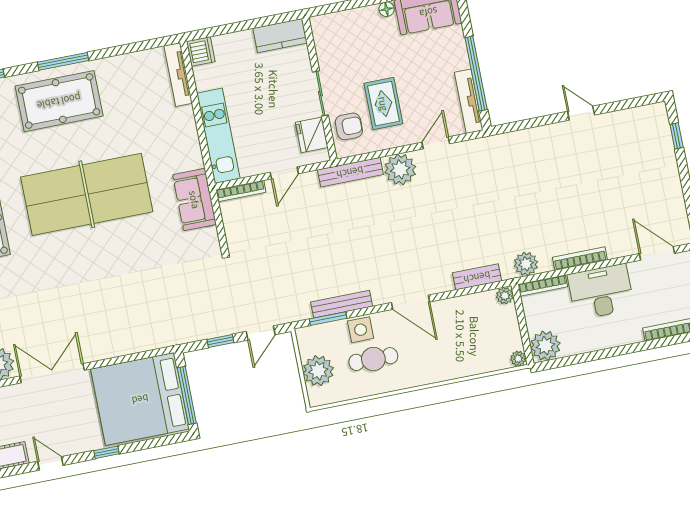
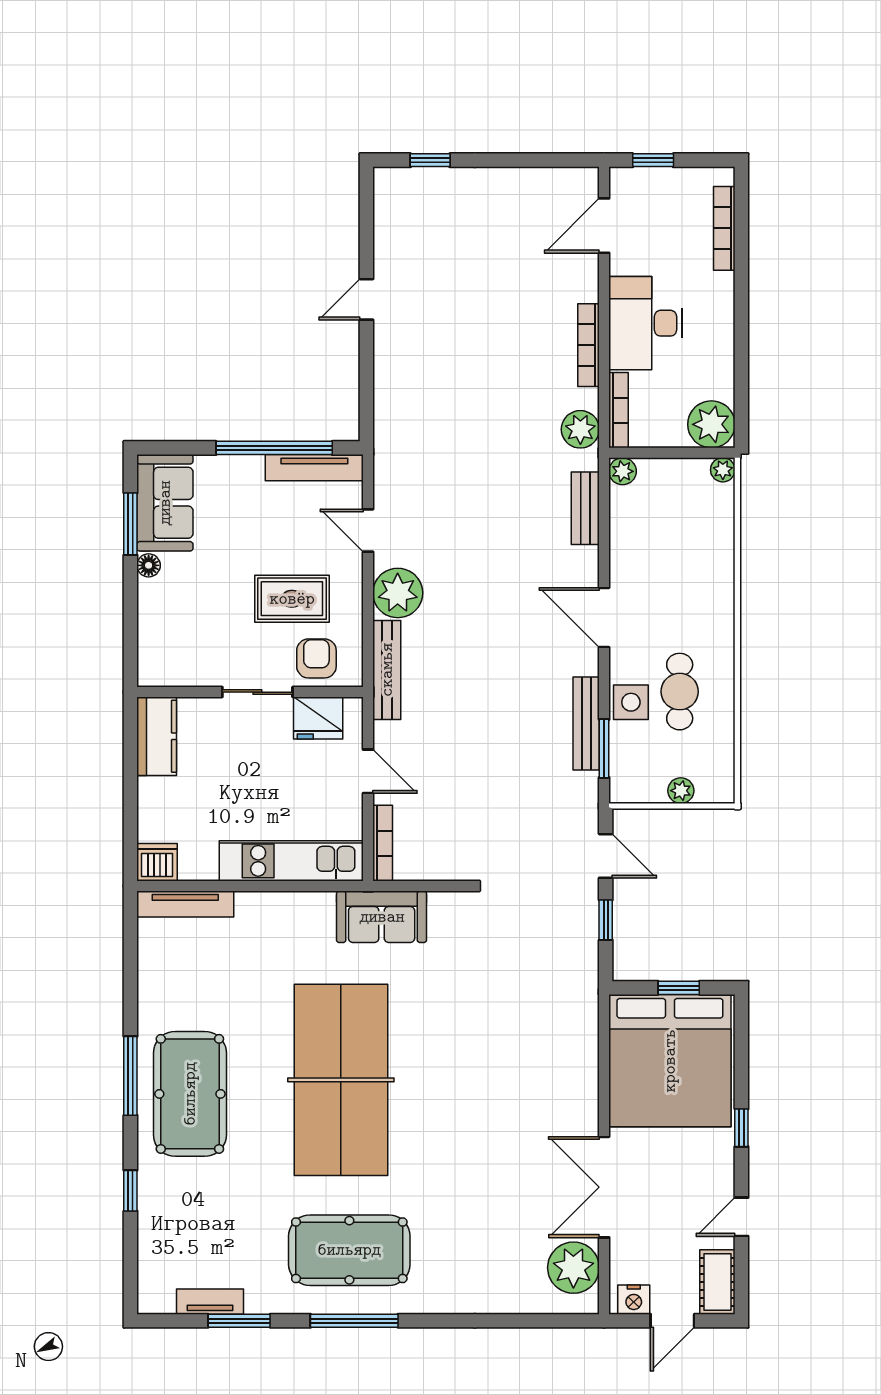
door: (411, 302) -> (604, 617), swing flipped
plant: (318, 371) -> (681, 791), width x0.53, depth x0.53
window: (187, 395) -> (679, 988), width x0.46

